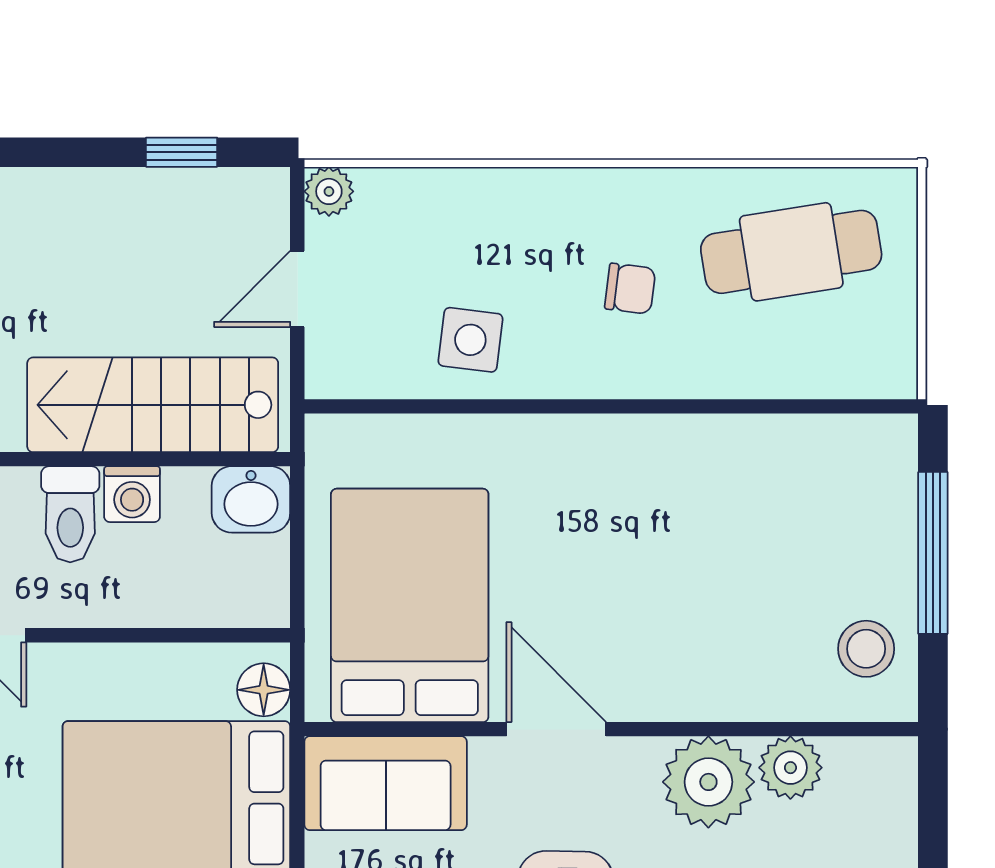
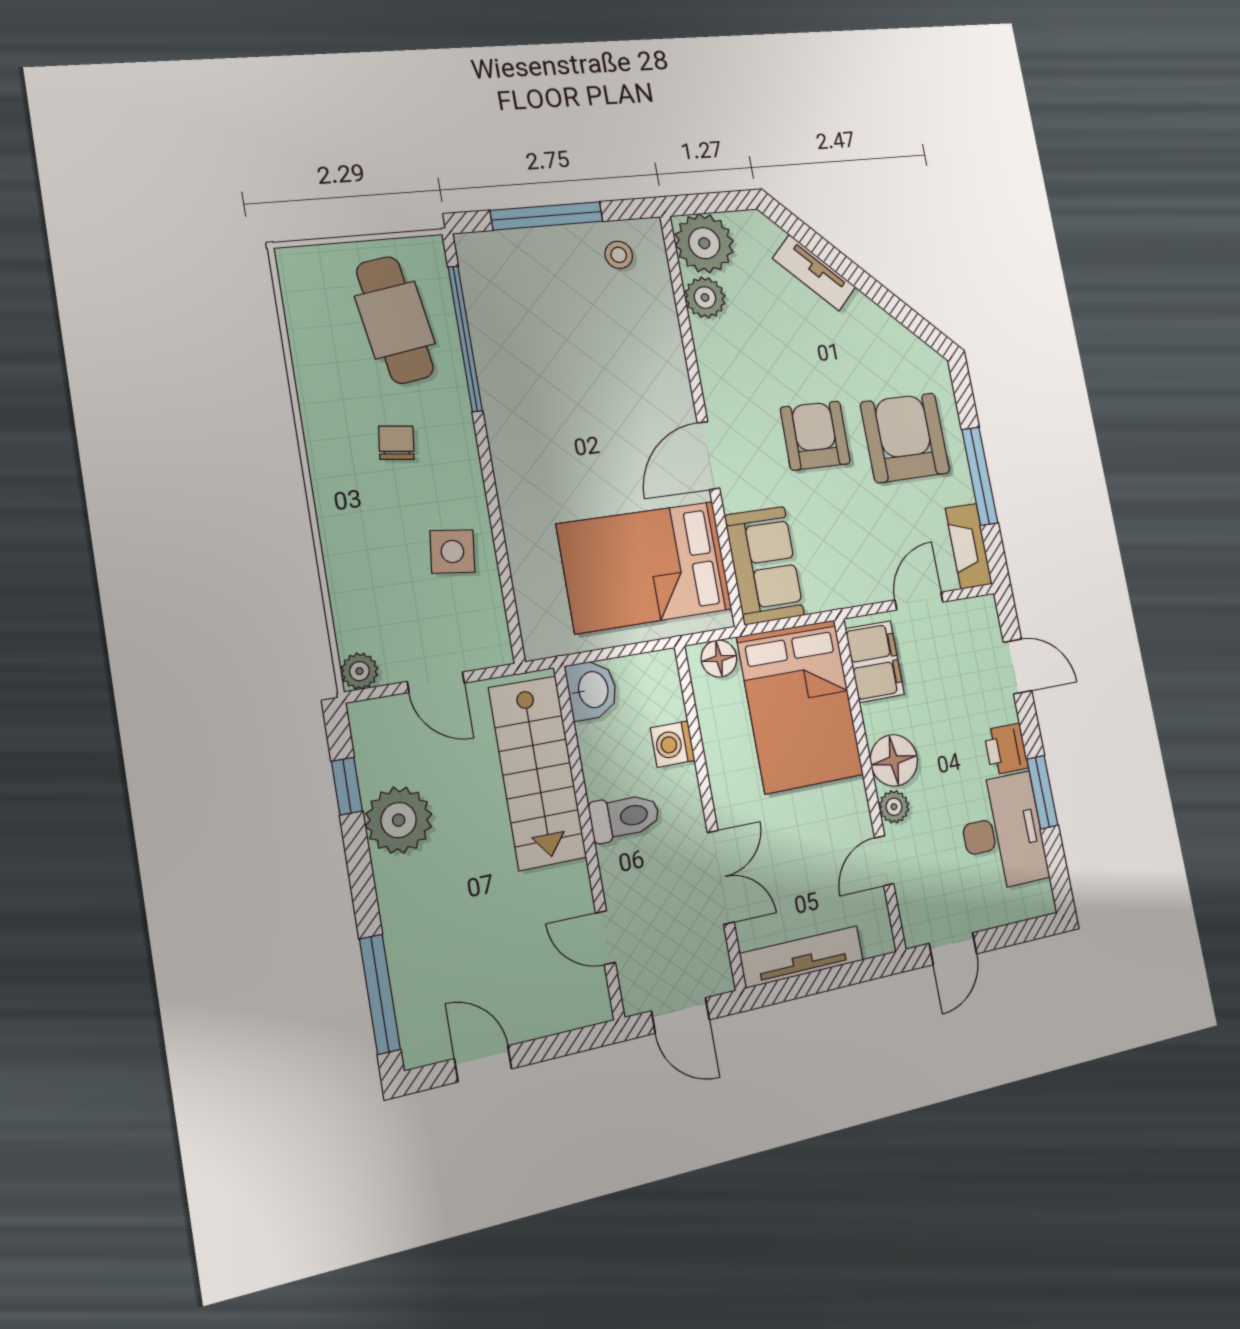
plant: (125, 211) -> (399, 820), added
cafe table: (791, 252) -> (395, 320), moved
window: (765, 406) -> (465, 339), added
washing machine: (132, 494) -> (673, 744), moved, turned 180
stool: (866, 649) -> (619, 255), width x0.73, depth x0.73
plant: (708, 782) -> (704, 243), moved

